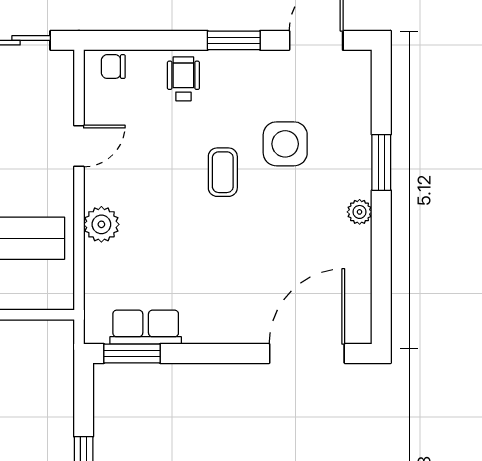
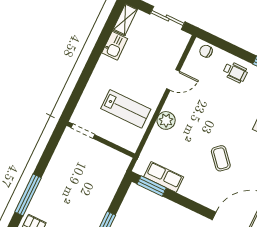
wheelchair: (183, 79) -> (235, 72), turned 90
coffee table: (223, 172) -> (221, 158), moved, turned -41

